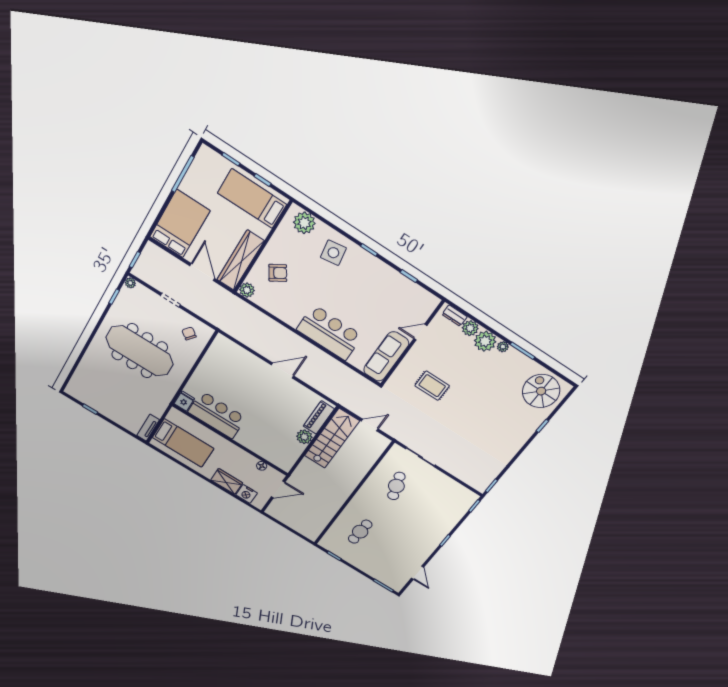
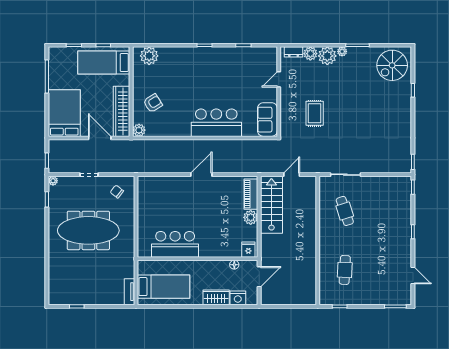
side table: (333, 253) -> (182, 63), removed
sofa: (386, 356) -> (267, 120), width x0.73
rug: (432, 386) -> (315, 113), turned 90
spiral stairs: (541, 391) -> (392, 65), turned -90
fridge: (184, 401) -> (248, 250), moved

